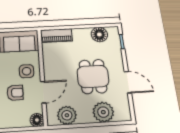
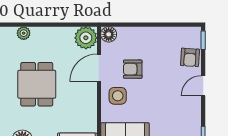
plant: (103, 112) -> (24, 33), width x0.53, depth x0.53
plant: (67, 115) -> (86, 38), moved

